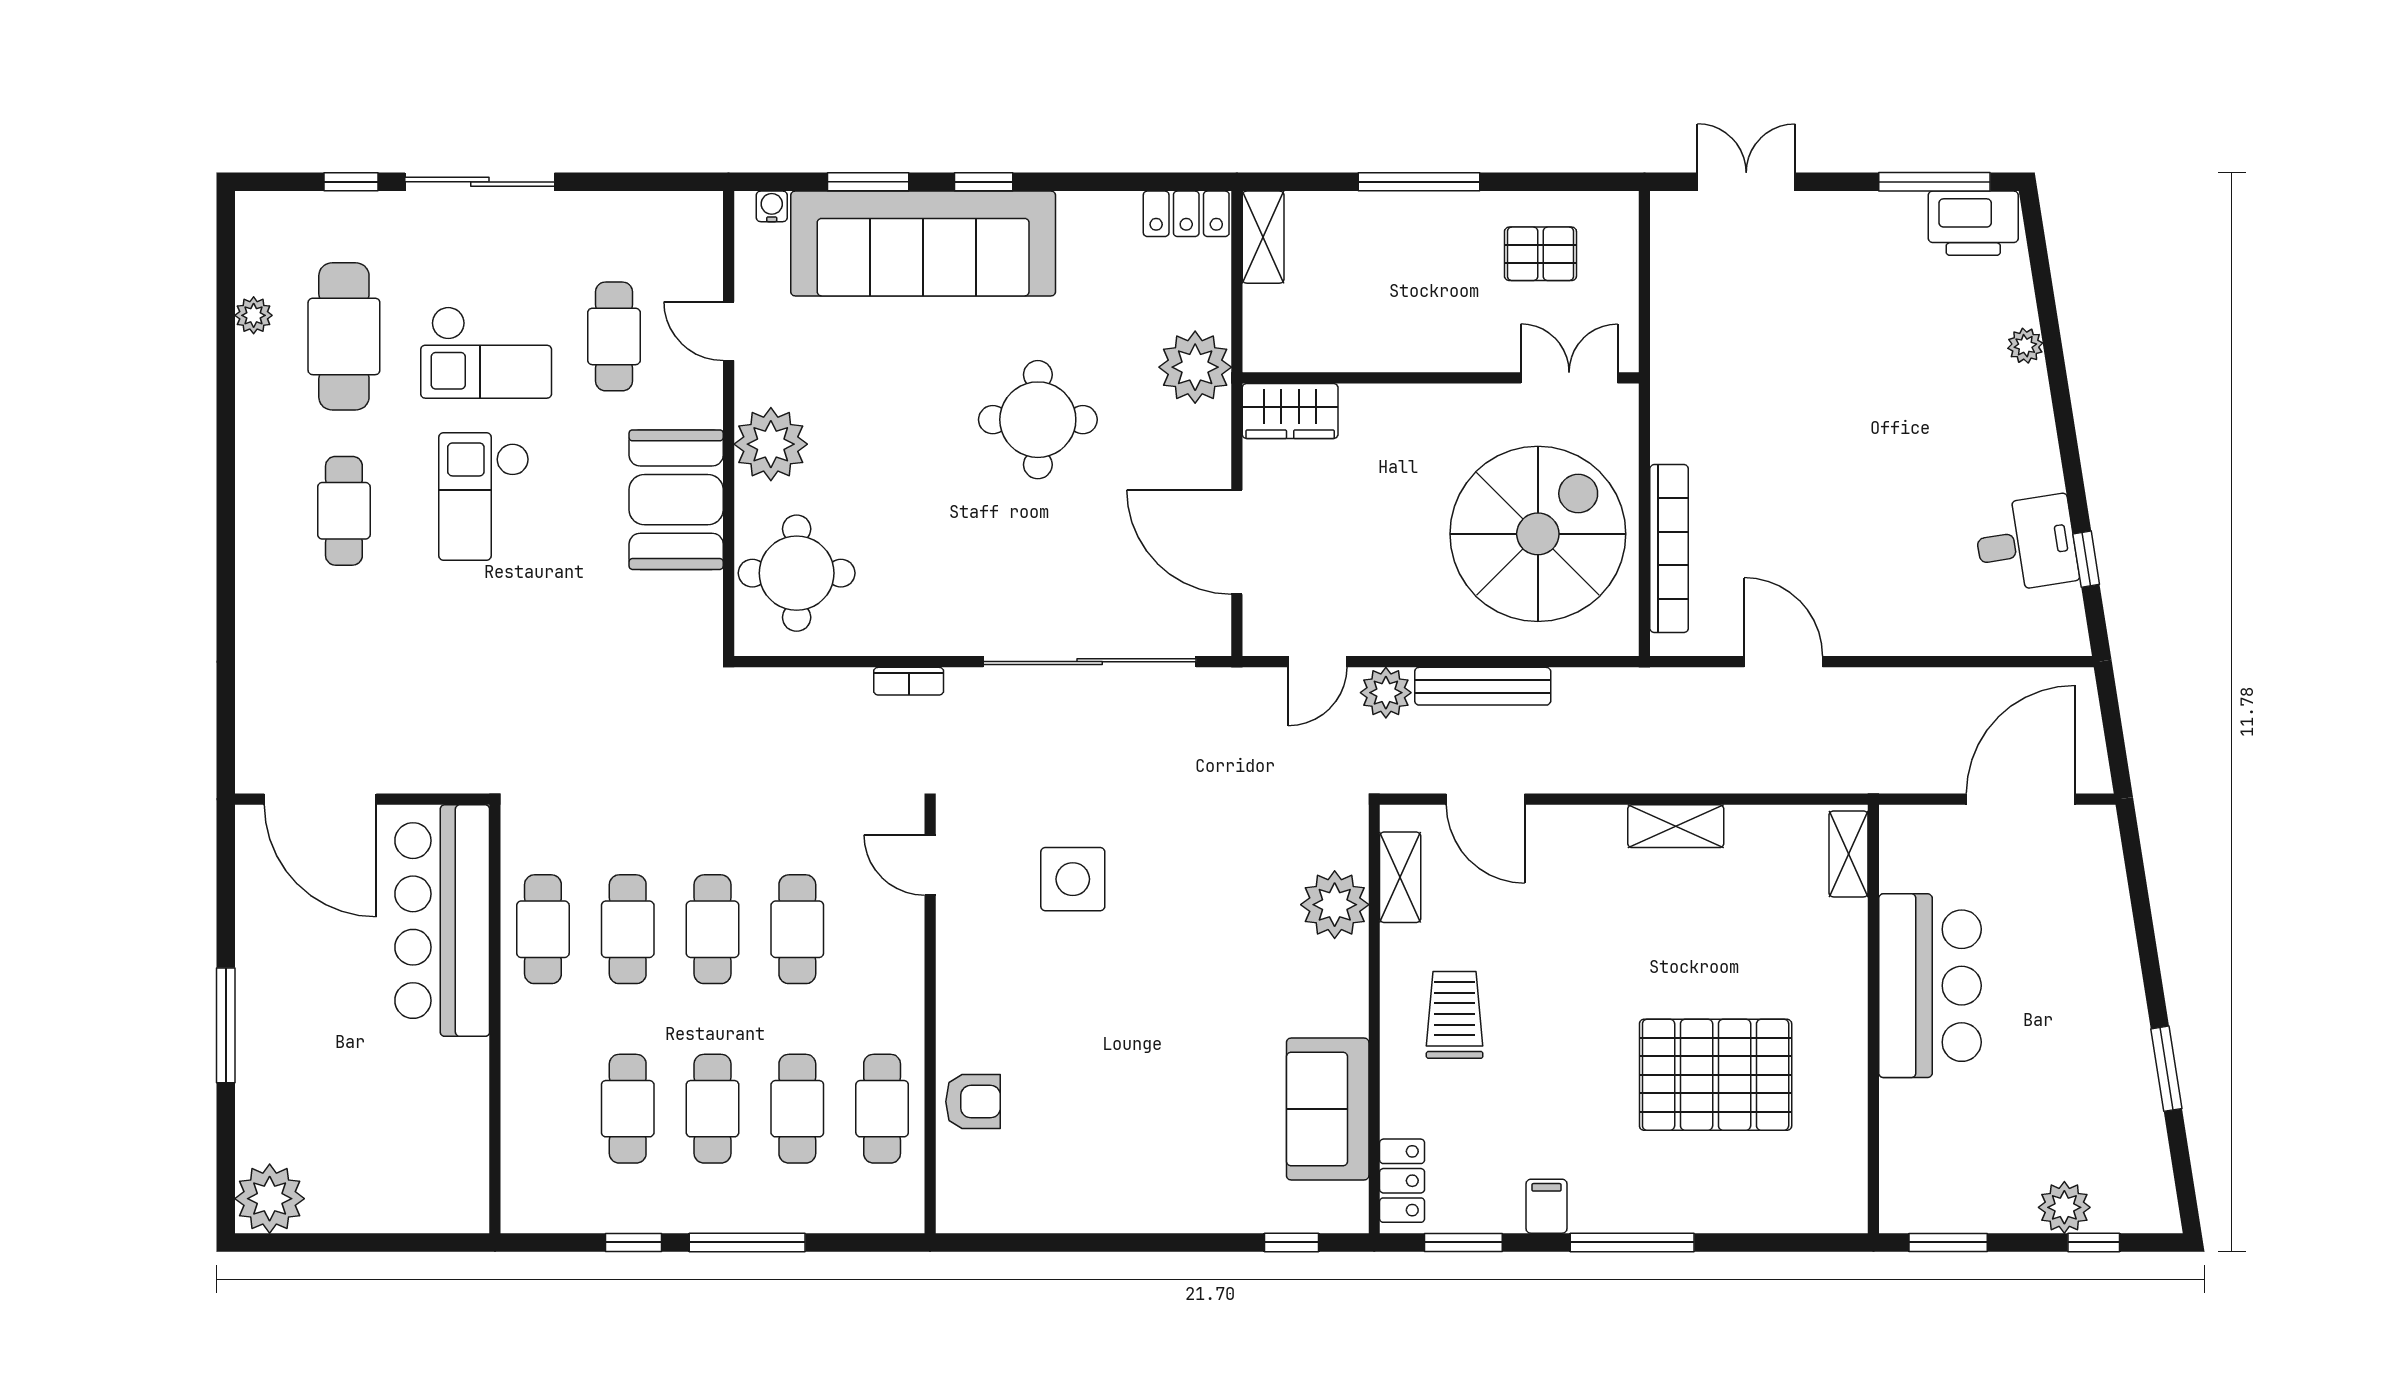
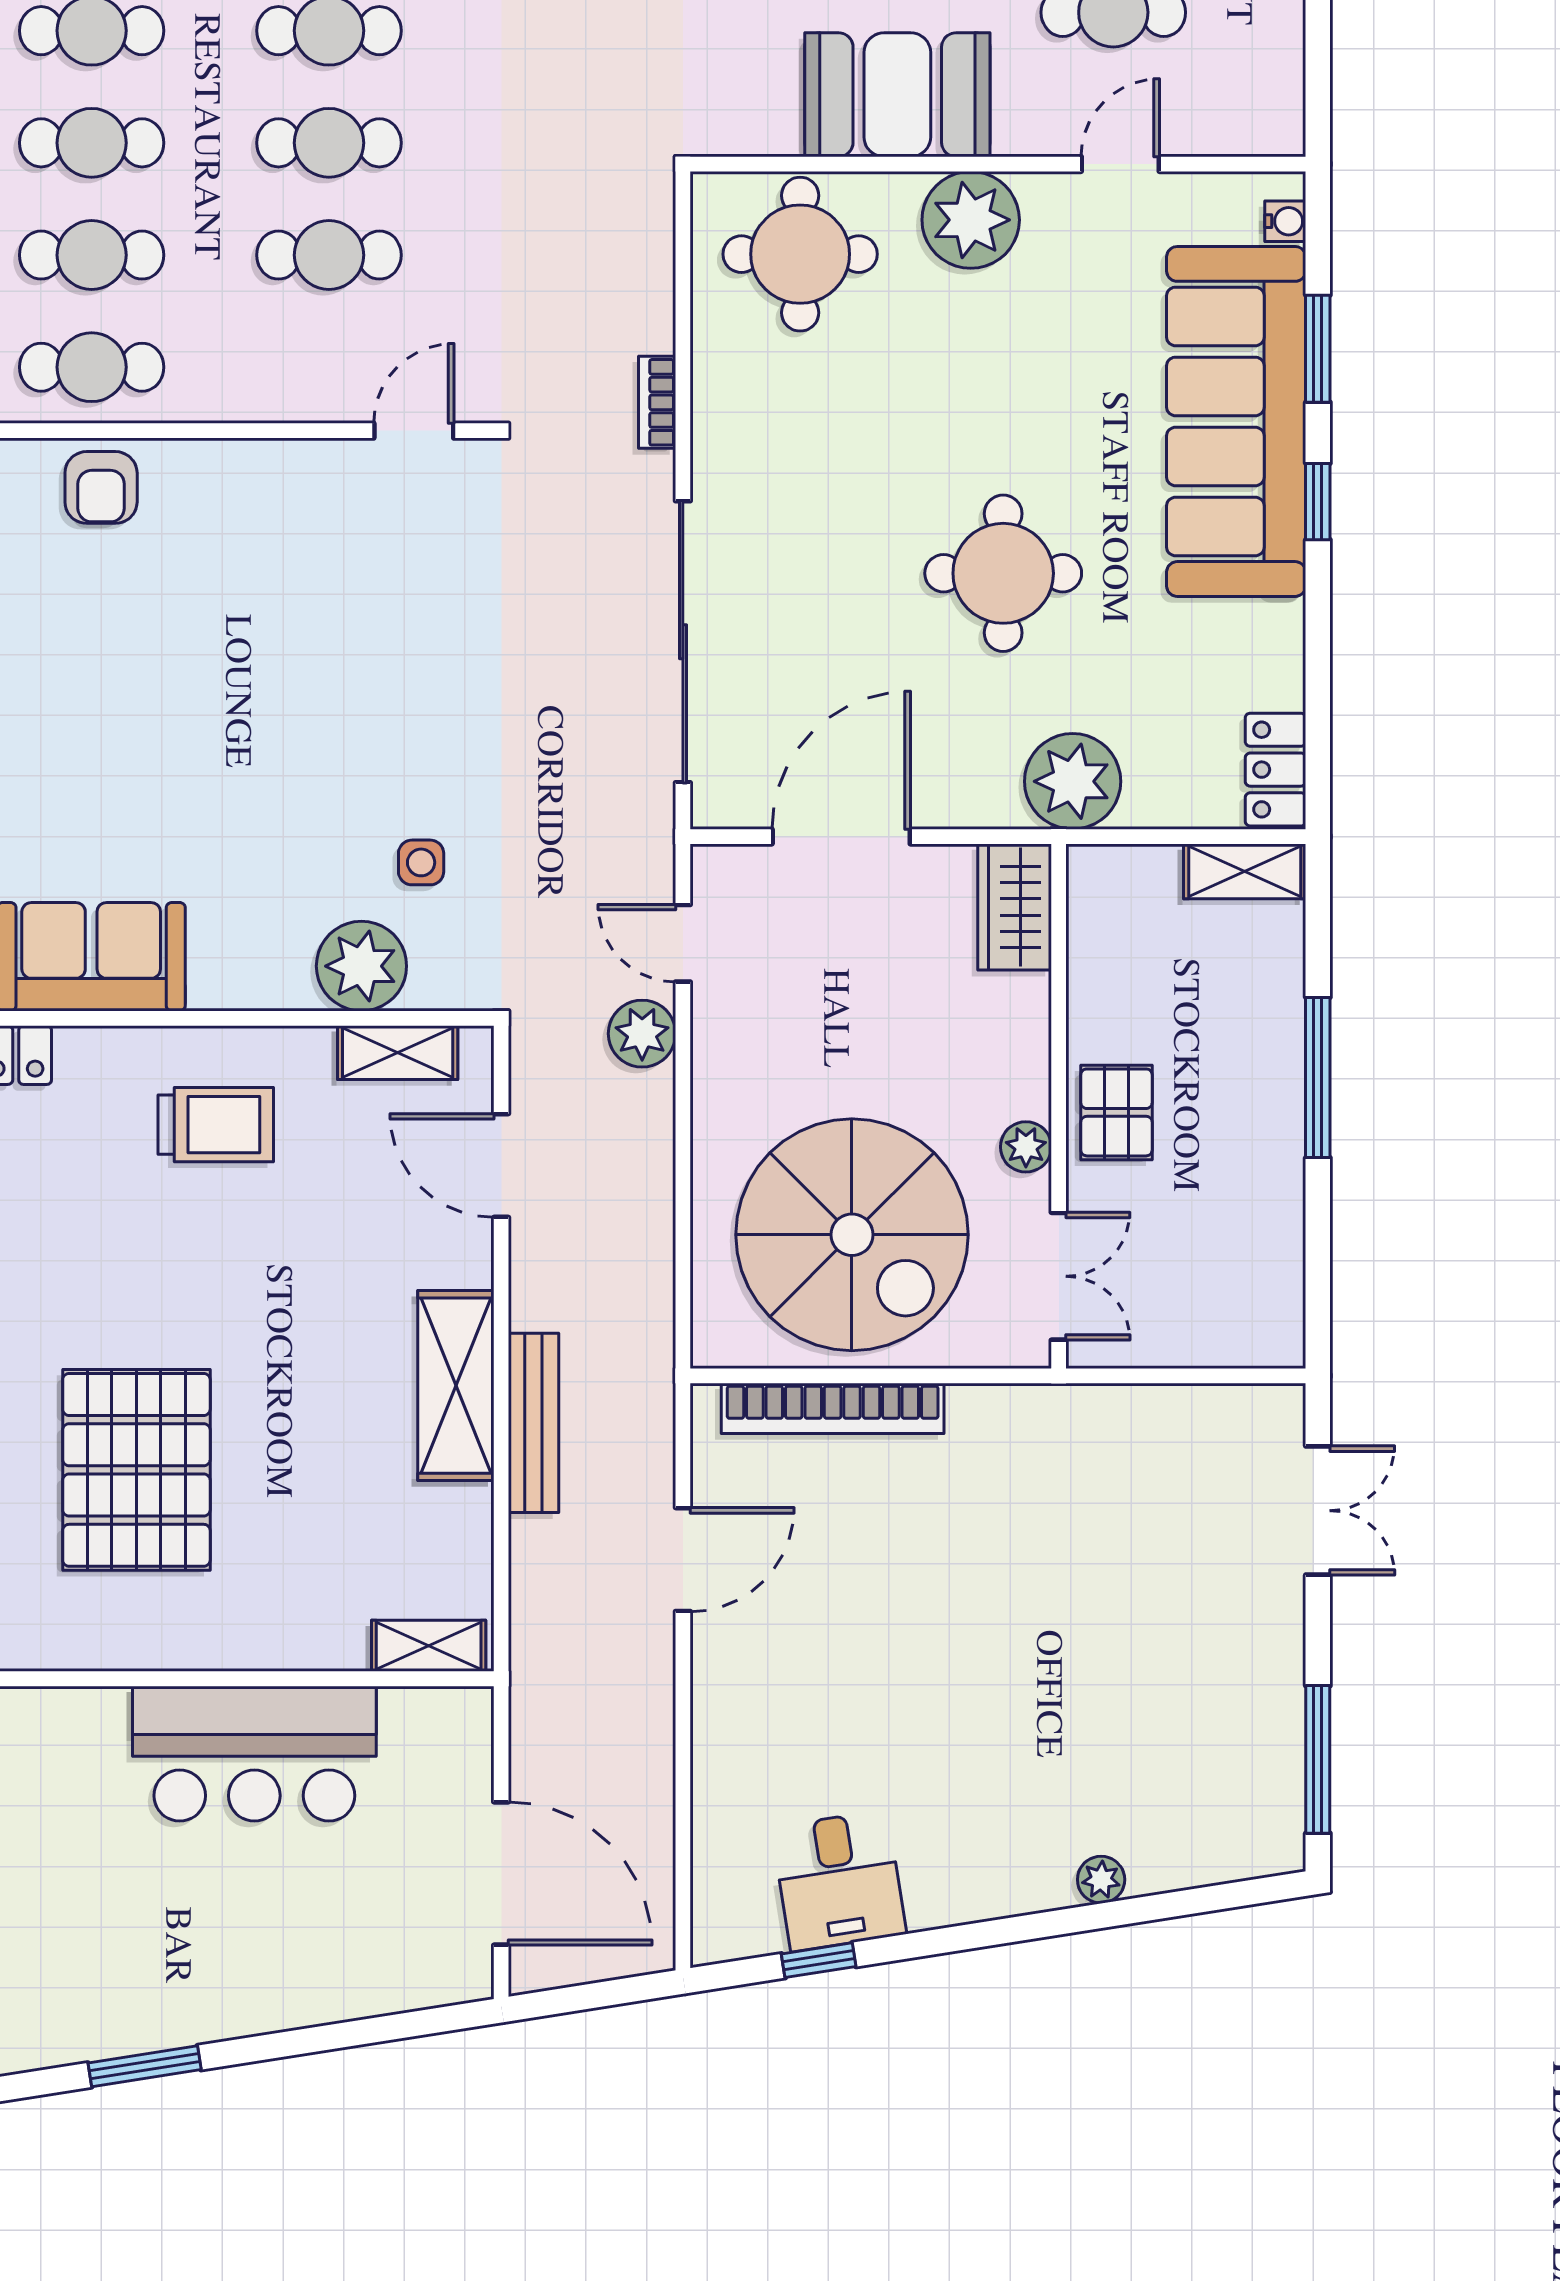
printer: (1973, 223) -> (1263, 1811), removed
pallet: (1540, 254) -> (1116, 1112), moved
plant: (1471, 402) -> (1026, 1147), added
bench: (1483, 686) -> (534, 1423), moved
door: (1485, 799) -> (501, 1165), hinge flipped
shelving: (1676, 826) -> (456, 1386), width x1.50, depth x1.33
side table: (1073, 879) -> (421, 862), moved, width x0.54, depth x0.54

